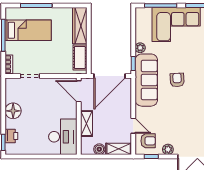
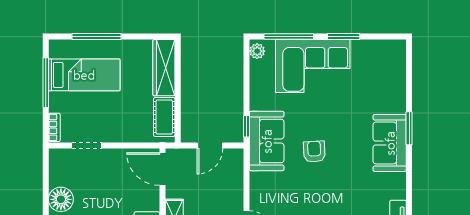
plant: (140, 48) -> (257, 51), moved
door: (110, 76) -> (210, 146), width x0.53
sofa: (146, 80) -> (267, 141), width x0.73

